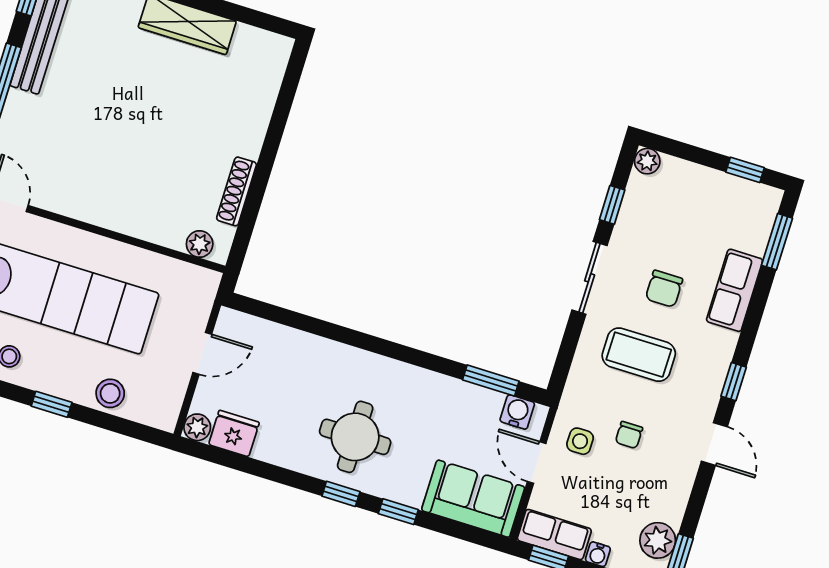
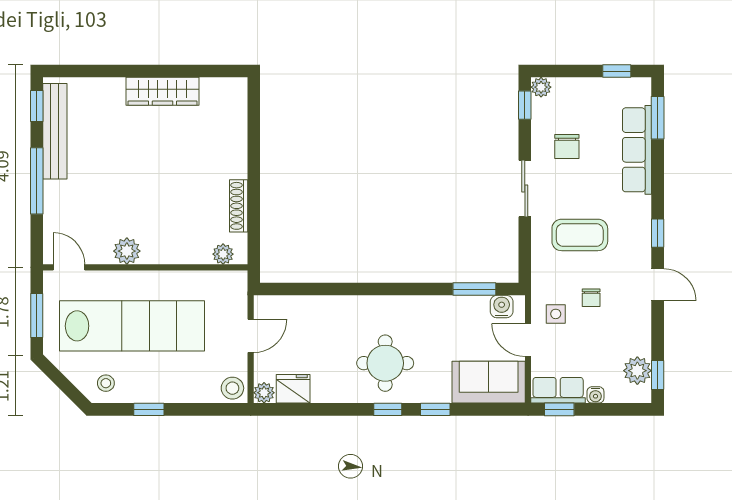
plant: (84, 204) -> (127, 251), added
window: (612, 205) -> (525, 105), moved
chair: (664, 289) -> (567, 146), moved
row of seats: (735, 290) -> (637, 150), width x1.48
stool: (110, 393) -> (232, 388), moved

